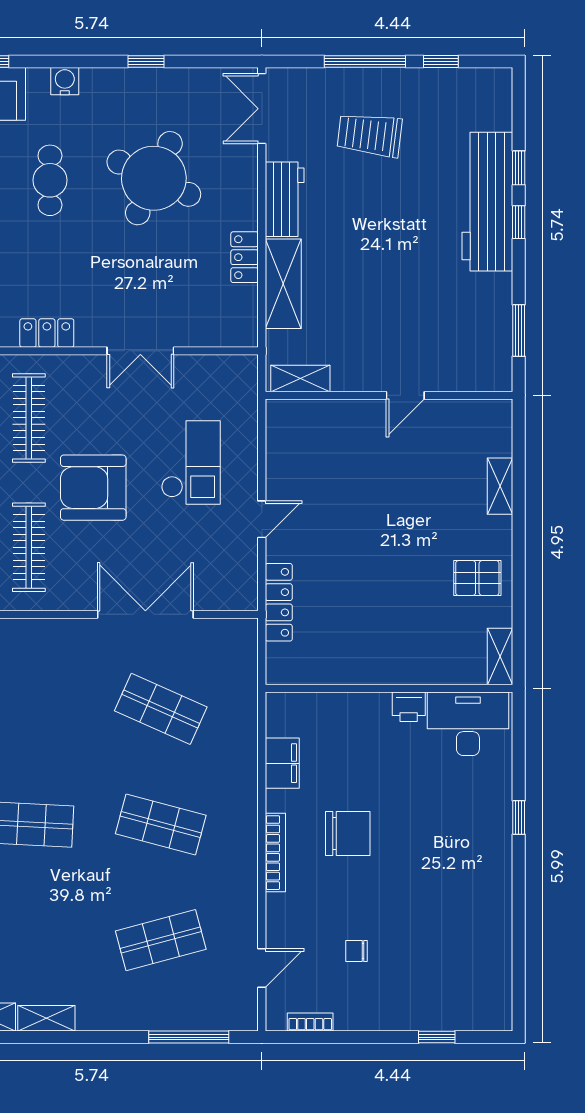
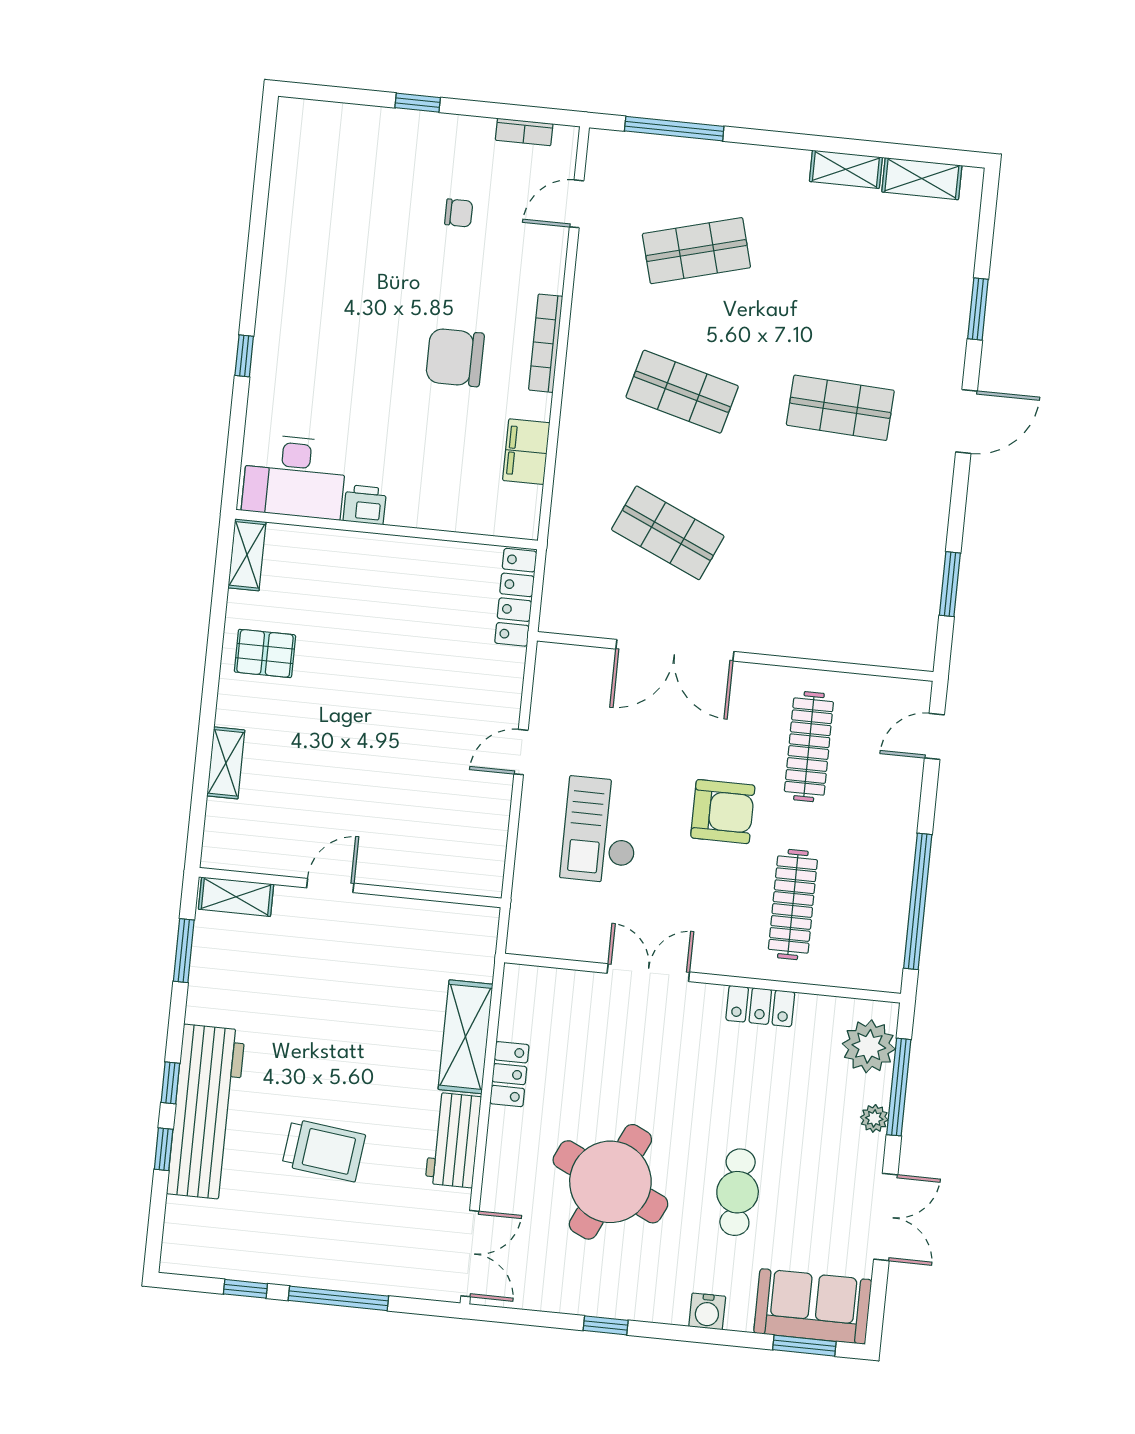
trolley: (370, 135) -> (324, 1150), moved
shelving: (300, 378) -> (236, 897), moved
armchair: (93, 488) -> (723, 812), width x0.73, depth x0.73
locker: (279, 602) -> (516, 597), moved
window: (437, 1037) -> (418, 103), moved

